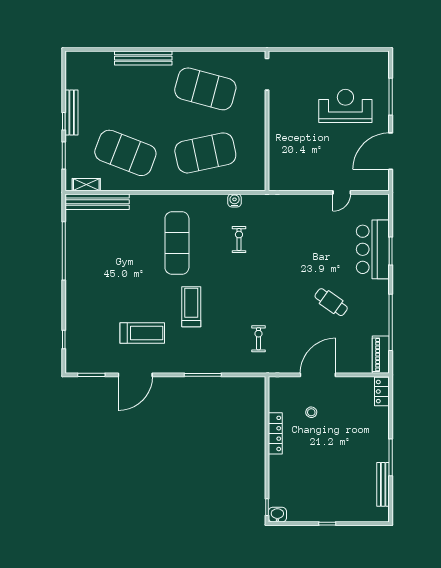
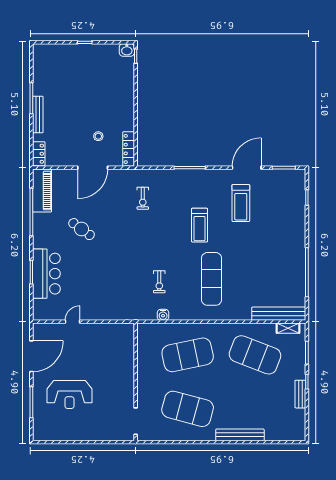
bench: (72, 112) -> (300, 394), width x0.73
treadmill: (142, 333) -> (241, 203), turned -90
piano: (381, 355) -> (42, 191), width x1.37, depth x1.33
locker: (275, 433) -> (129, 149), moved
bench: (383, 484) -> (38, 114), moved

